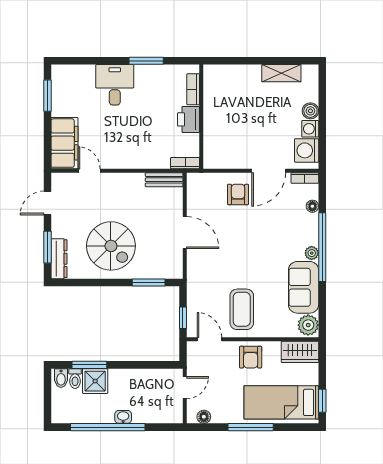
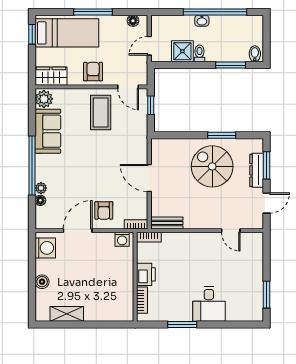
washing machine: (310, 129) -> (122, 239), moved, turned 90
filing cabinet: (64, 143) -> (252, 254), removed
bookcase: (305, 178) -> (136, 224), moved
plant: (312, 253) -> (41, 188), moved
dresser: (59, 259) -> (257, 170), moved
window: (149, 282) -> (222, 135), moved
toilet: (75, 379) -> (200, 53), moved
shower: (95, 381) -> (182, 51), moved

